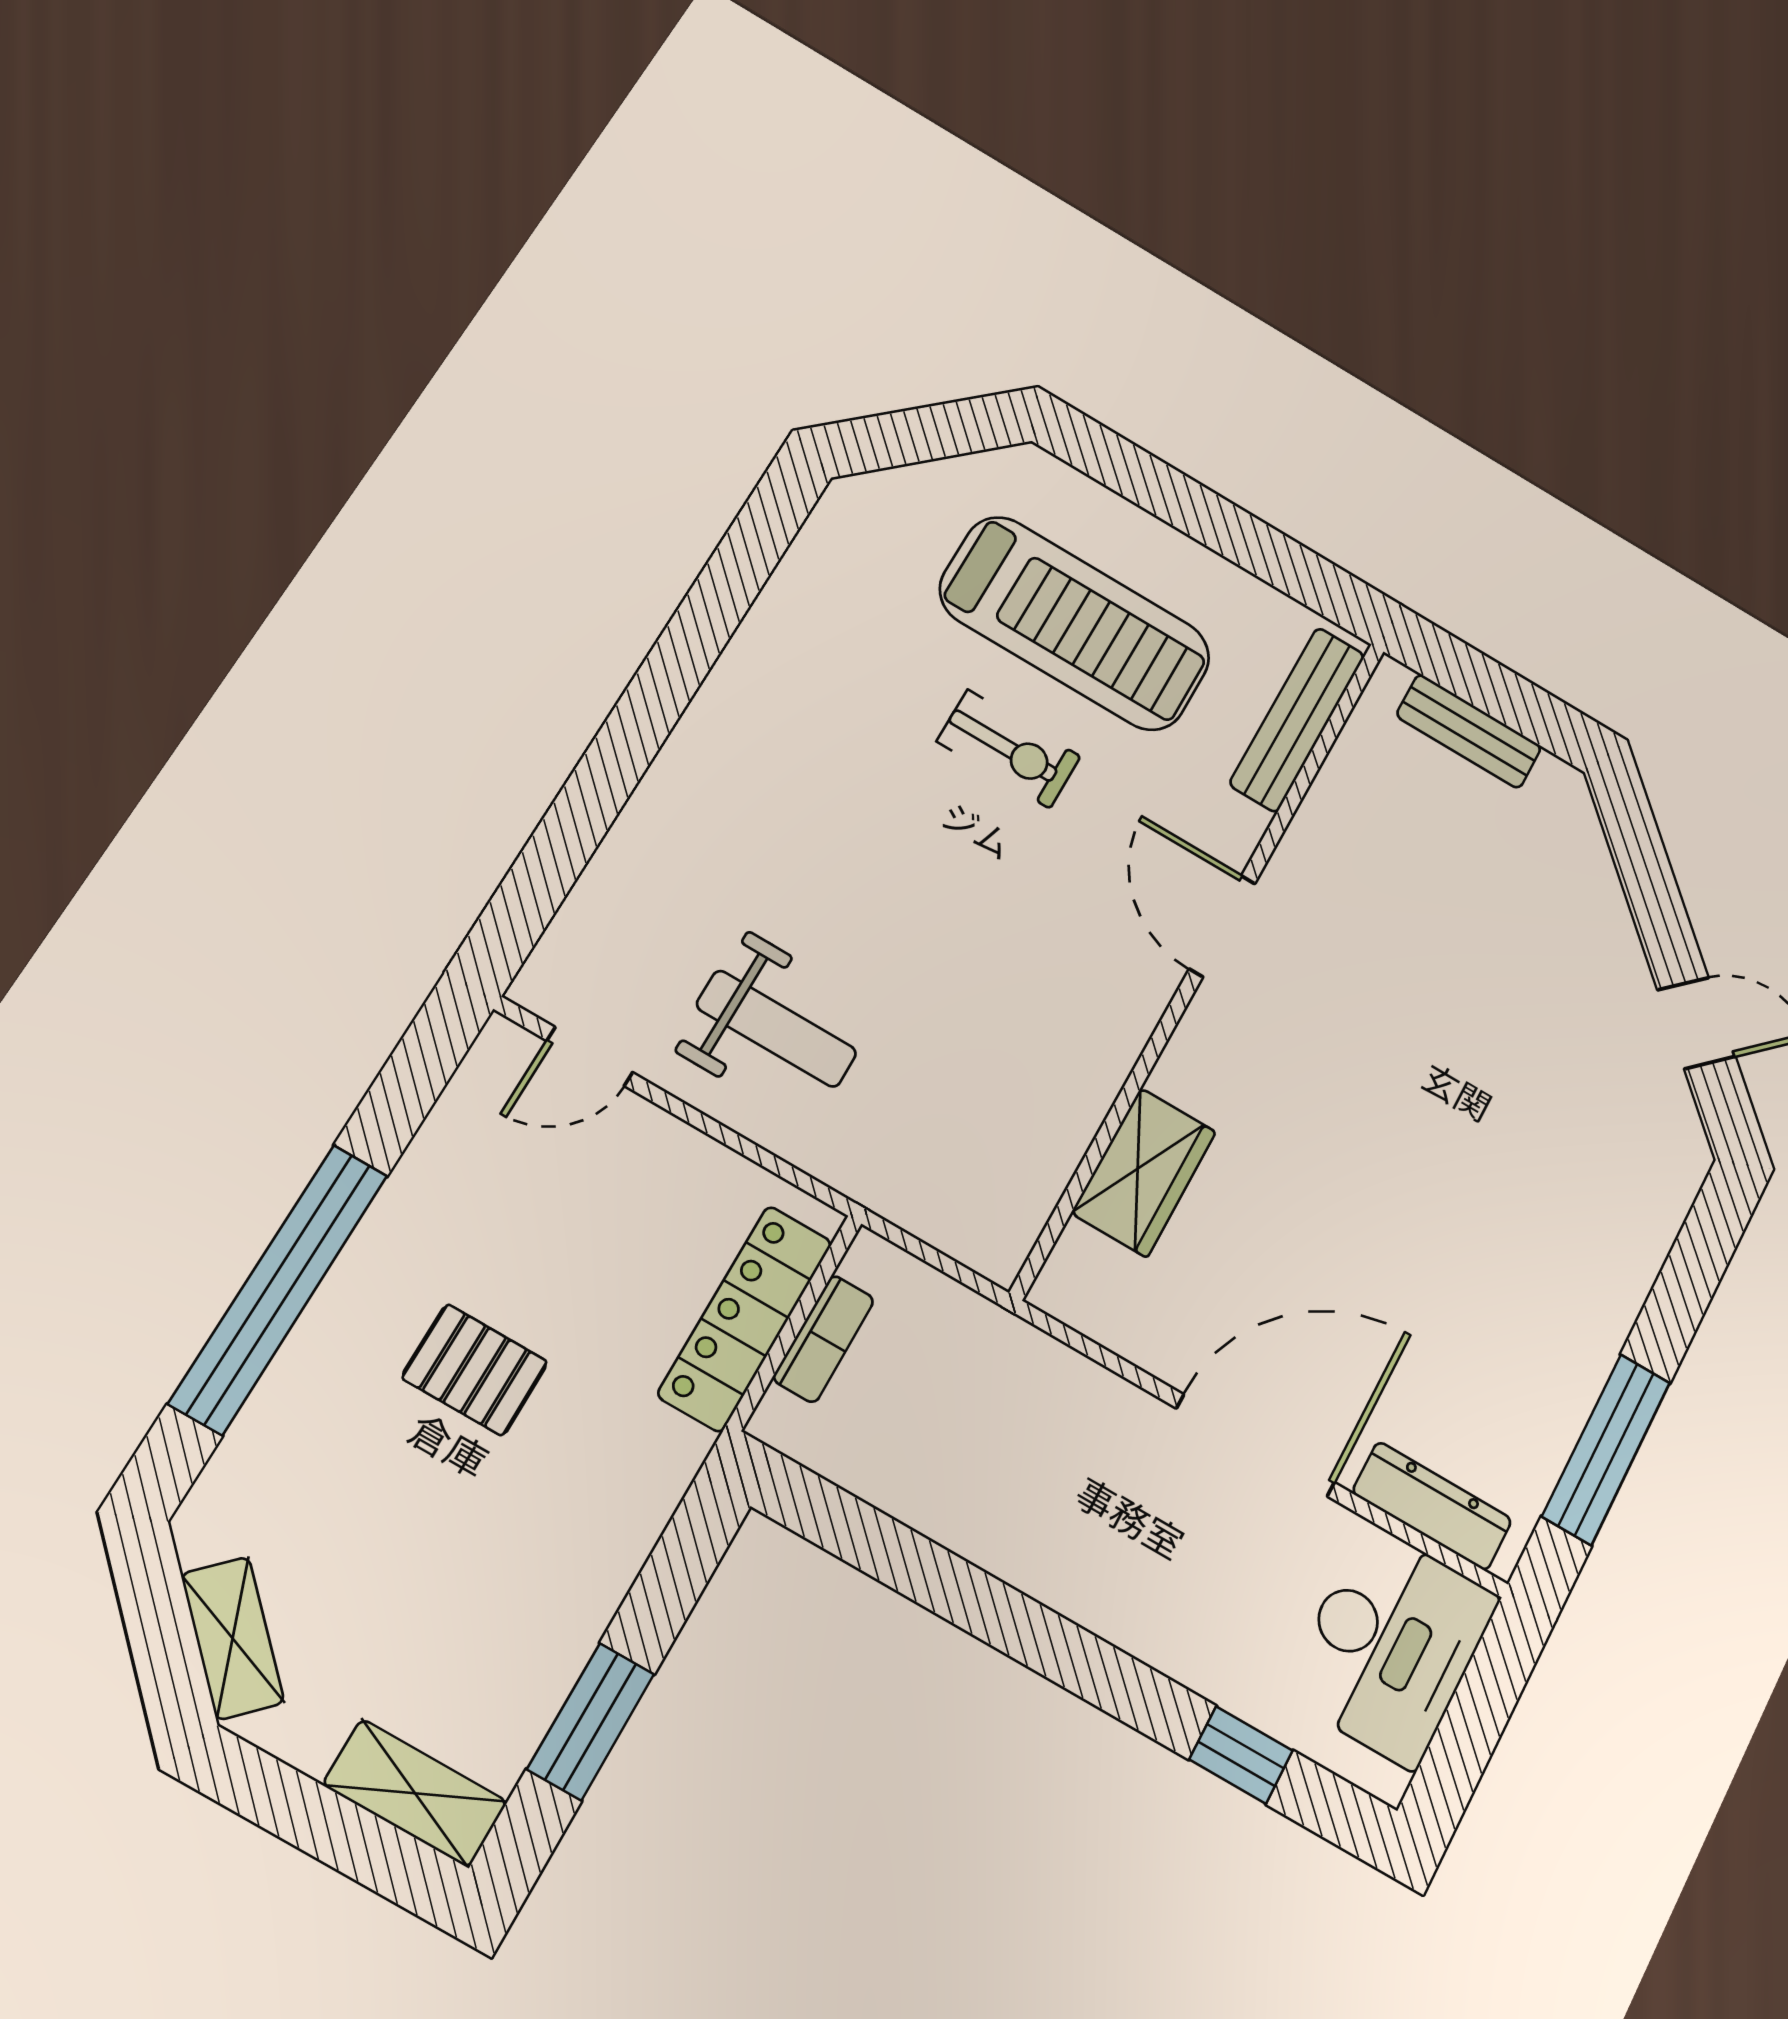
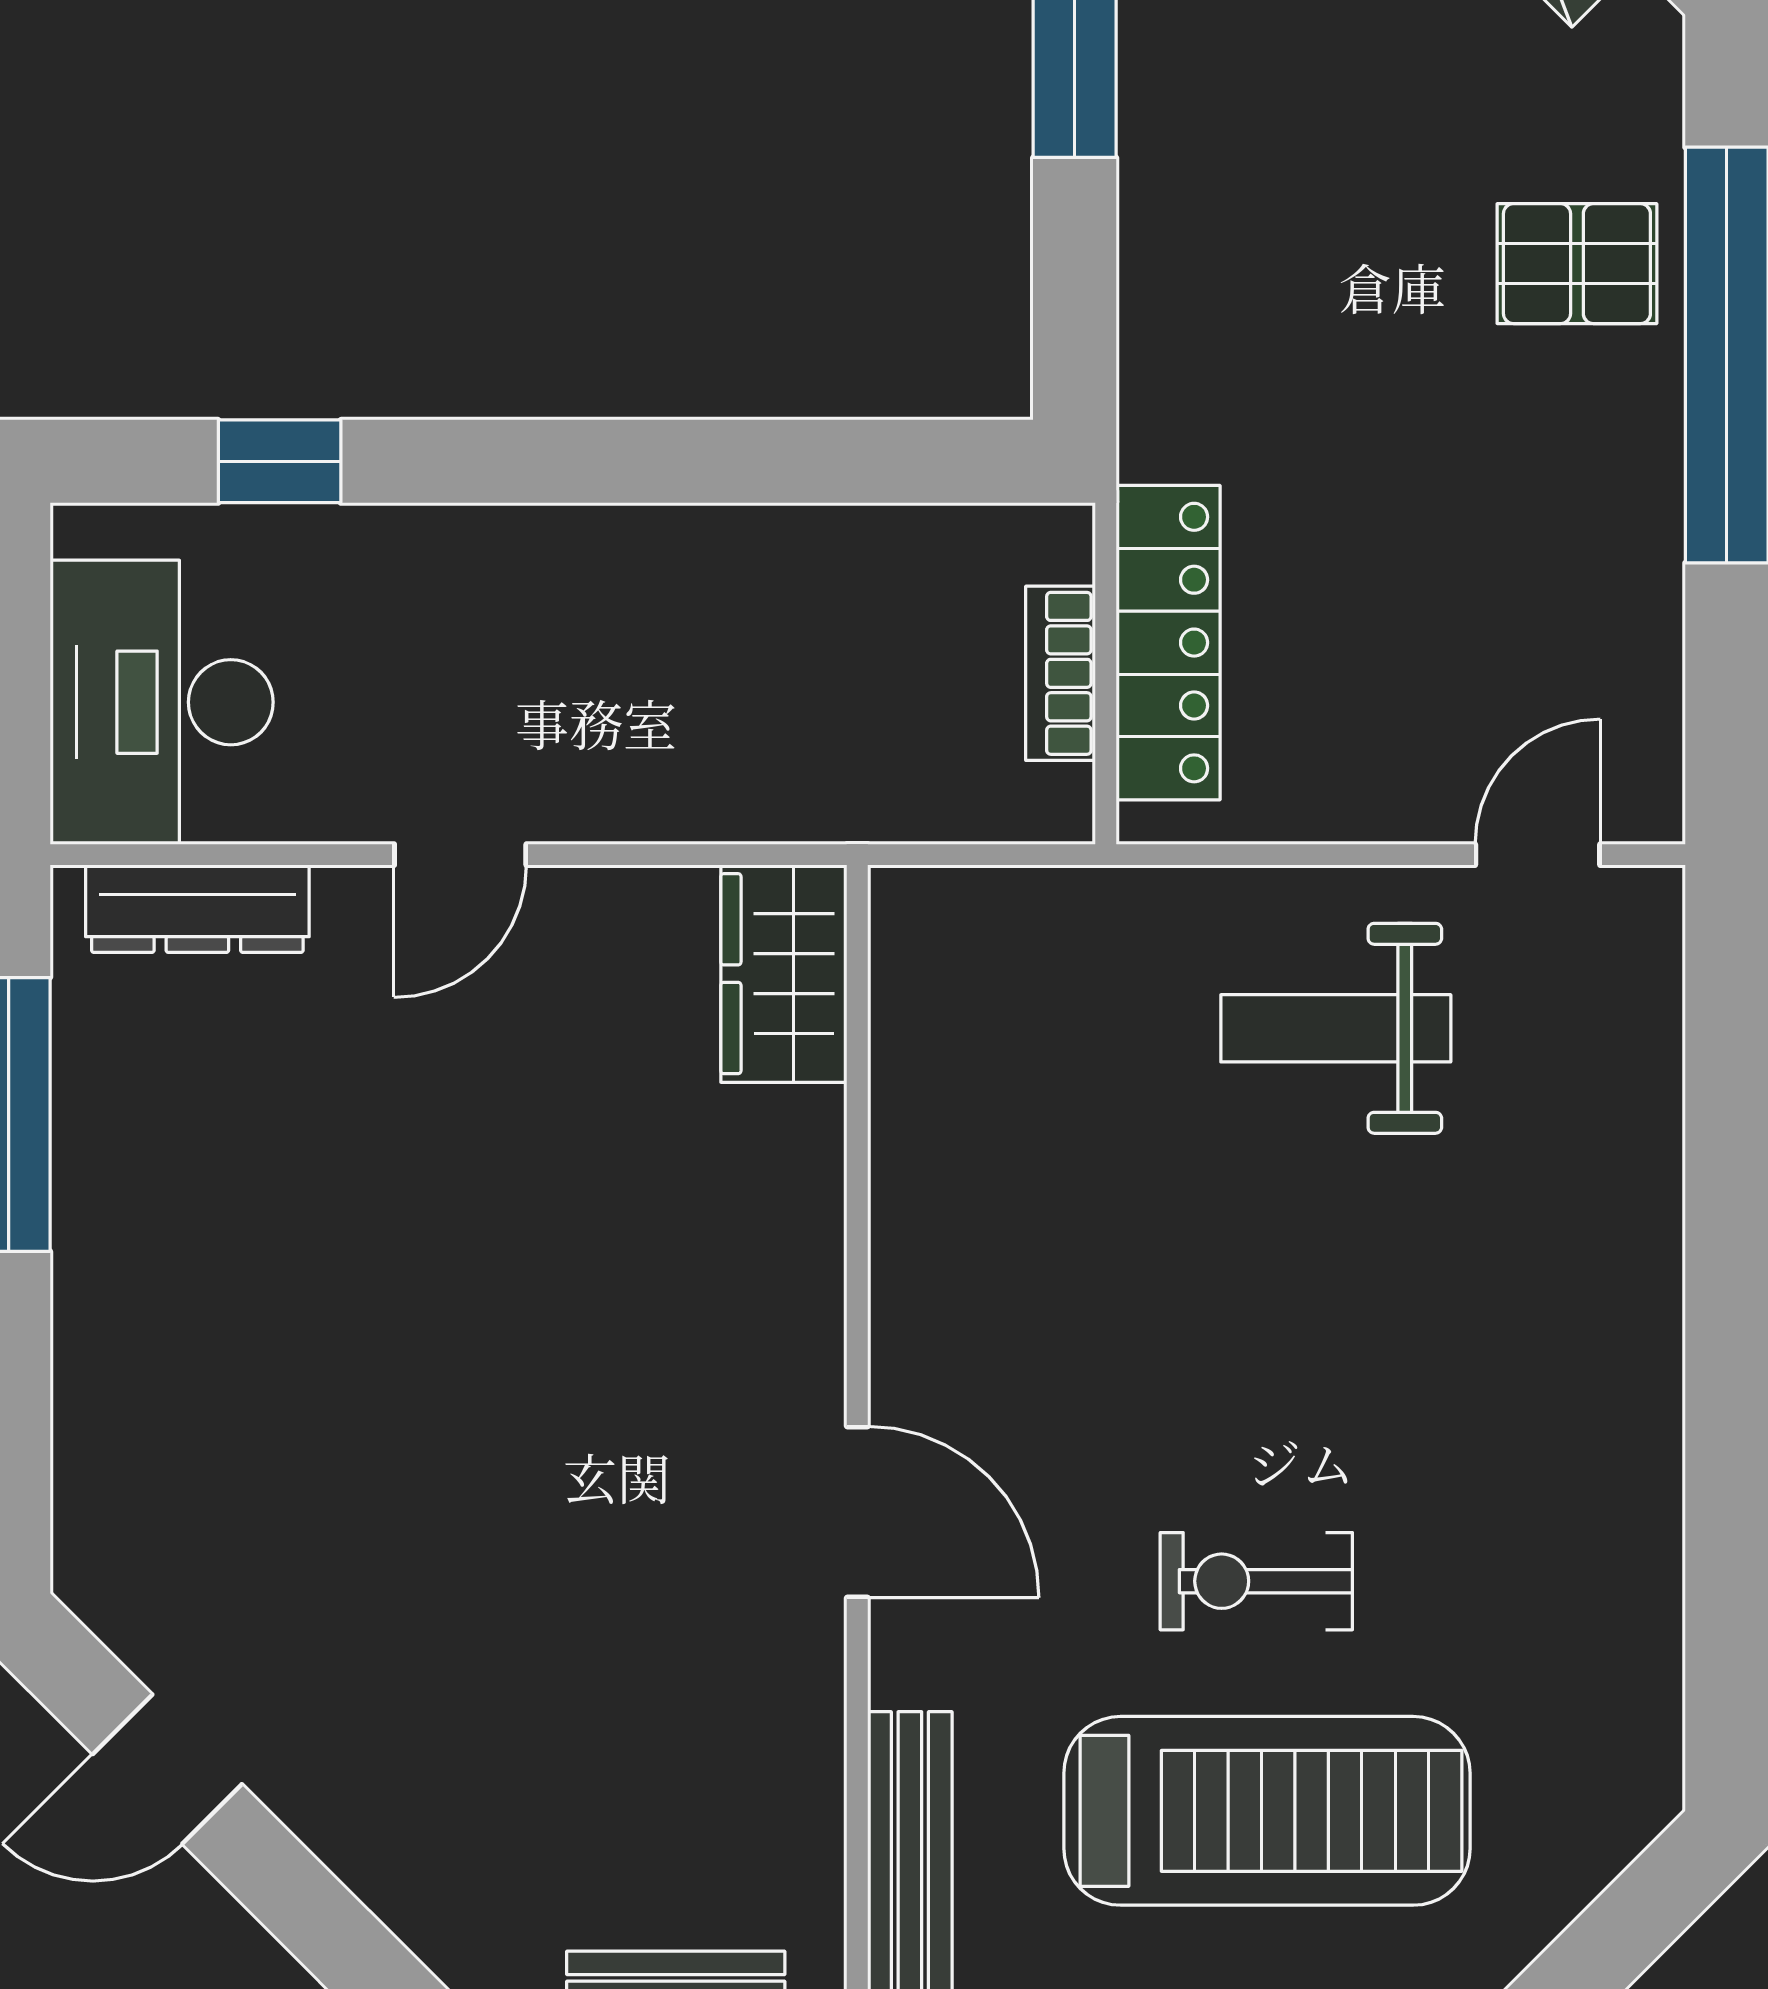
treadmill: (1075, 623) -> (1267, 1811), turned 180
wardrobe: (1144, 1172) -> (784, 974), moved
pallet: (475, 1370) -> (1577, 264), moved
door: (1256, 1445) -> (460, 855), width x0.53

